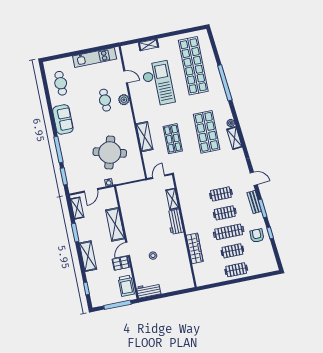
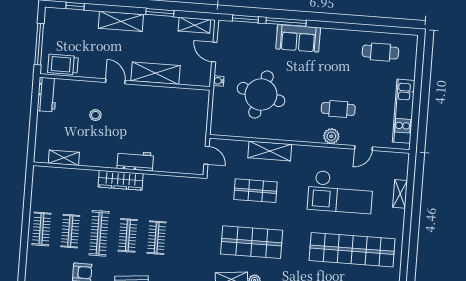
sofa: (63, 119) -> (298, 38), moved
shelving: (172, 199) -> (64, 158), moved
wardrobe: (195, 248) -> (121, 180), moved
pallet: (121, 263) -> (97, 66), removed

